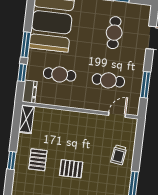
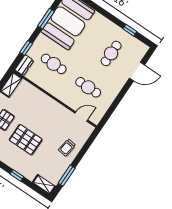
window: (26, 45) -> (46, 19), moved
window: (145, 85) -> (114, 105), removed
pallet: (71, 169) -> (26, 140), width x1.50, depth x1.42

